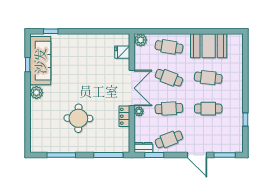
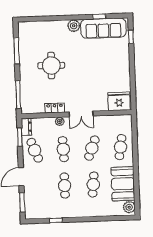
plant: (141, 40) -> (129, 207), moved
fridge: (122, 52) -> (119, 101), width x1.88, depth x1.34
double door: (132, 88) -> (81, 114), width x0.73

